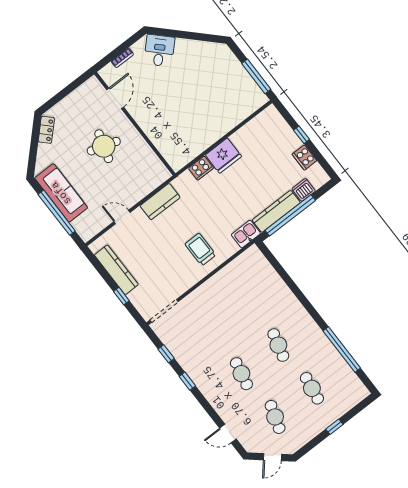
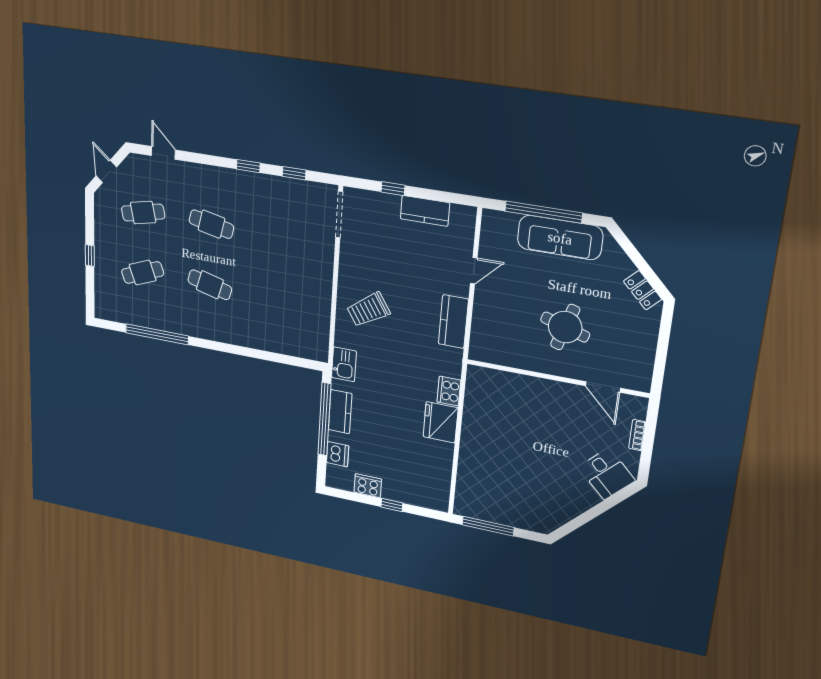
kitchen counter: (276, 211) -> (340, 412), width x0.67
trolley: (201, 249) -> (368, 310), turned 147
kitchen counter: (116, 270) -> (425, 211), width x0.67
cafe table: (312, 388) -> (143, 273), turned -30
cafe table: (275, 417) -> (143, 213), turned -30
door: (228, 434) -> (163, 153), hinge flipped

